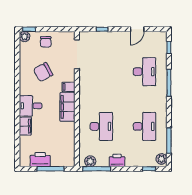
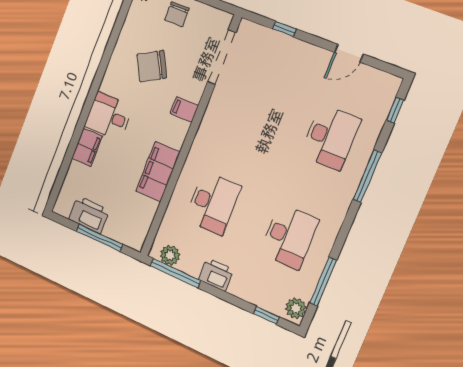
filing cabinet: (67, 107) -> (158, 172), moved

